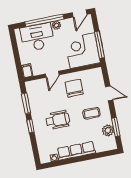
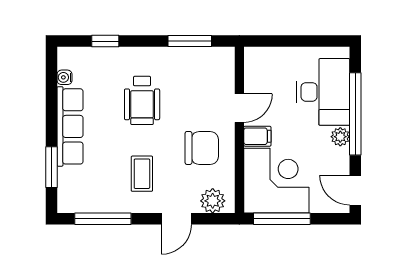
filing cabinet: (27, 71) -> (257, 136), moved
door: (52, 74) -> (239, 108), swing flipped
window: (30, 126) -> (105, 41), moved
window: (116, 127) -> (103, 219), width x1.44
plant: (108, 130) -> (213, 201), moved
window: (97, 156) -> (52, 167), added

